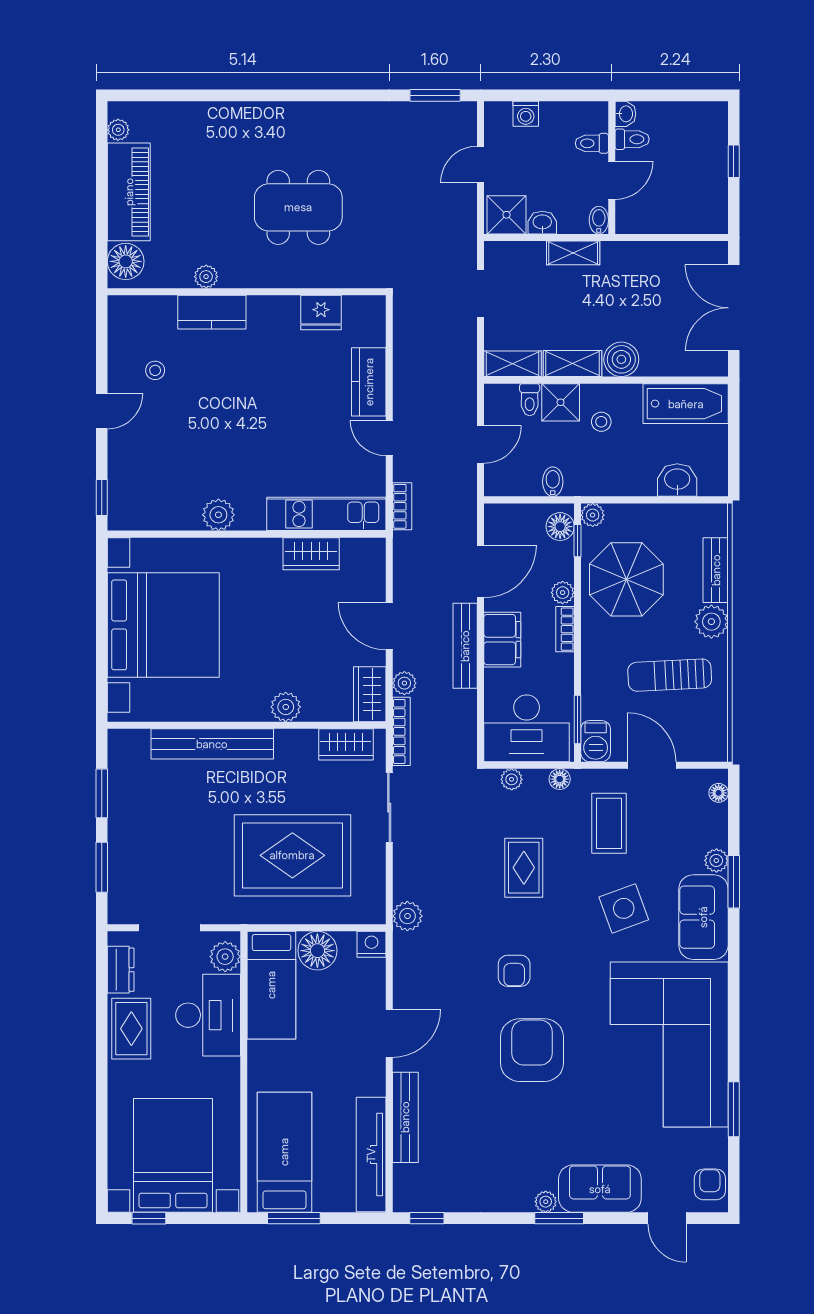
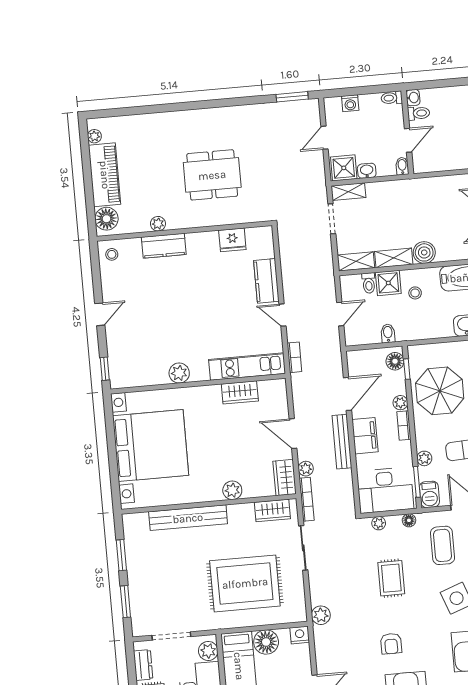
toilet: (592, 143) -> (392, 98), moved
shelving: (573, 253) -> (348, 192), moved
stool: (155, 370) -> (112, 254), moved
plant: (593, 515) -> (424, 458), moved

